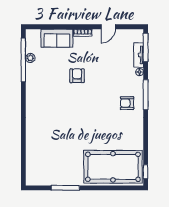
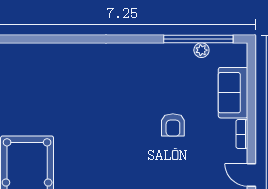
armchair: (77, 76) -> (173, 125), turned 90

